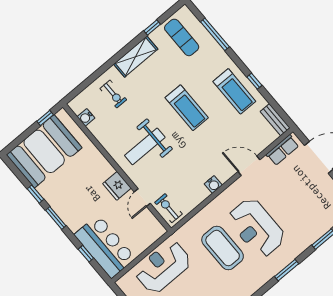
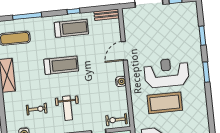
exercise bike: (113, 94) -> (37, 109), moved
weight bench: (145, 146) -> (67, 108), width x0.73, depth x0.75
row of seats: (283, 150) -> (129, 23), removed
reception desk: (256, 228) -> (166, 73), turned 180

